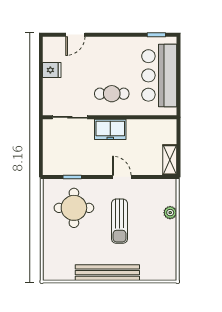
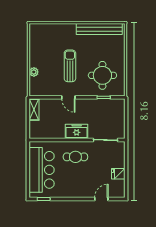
bench: (107, 273) -> (99, 29), moved

